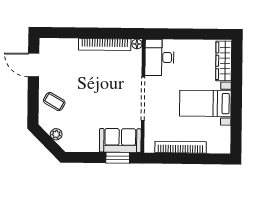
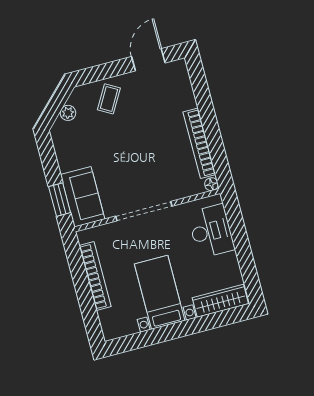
desk: (159, 57) -> (211, 231), moved, turned 90

